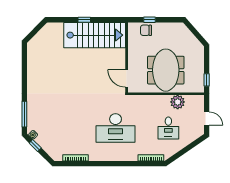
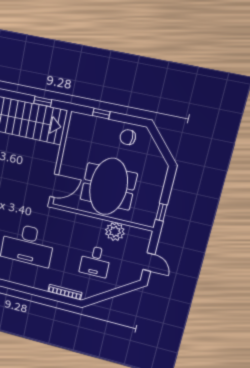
window: (84, 20) -> (43, 102), moved
chair: (146, 30) -> (128, 137), moved
door: (127, 78) -> (54, 186), swing flipped

